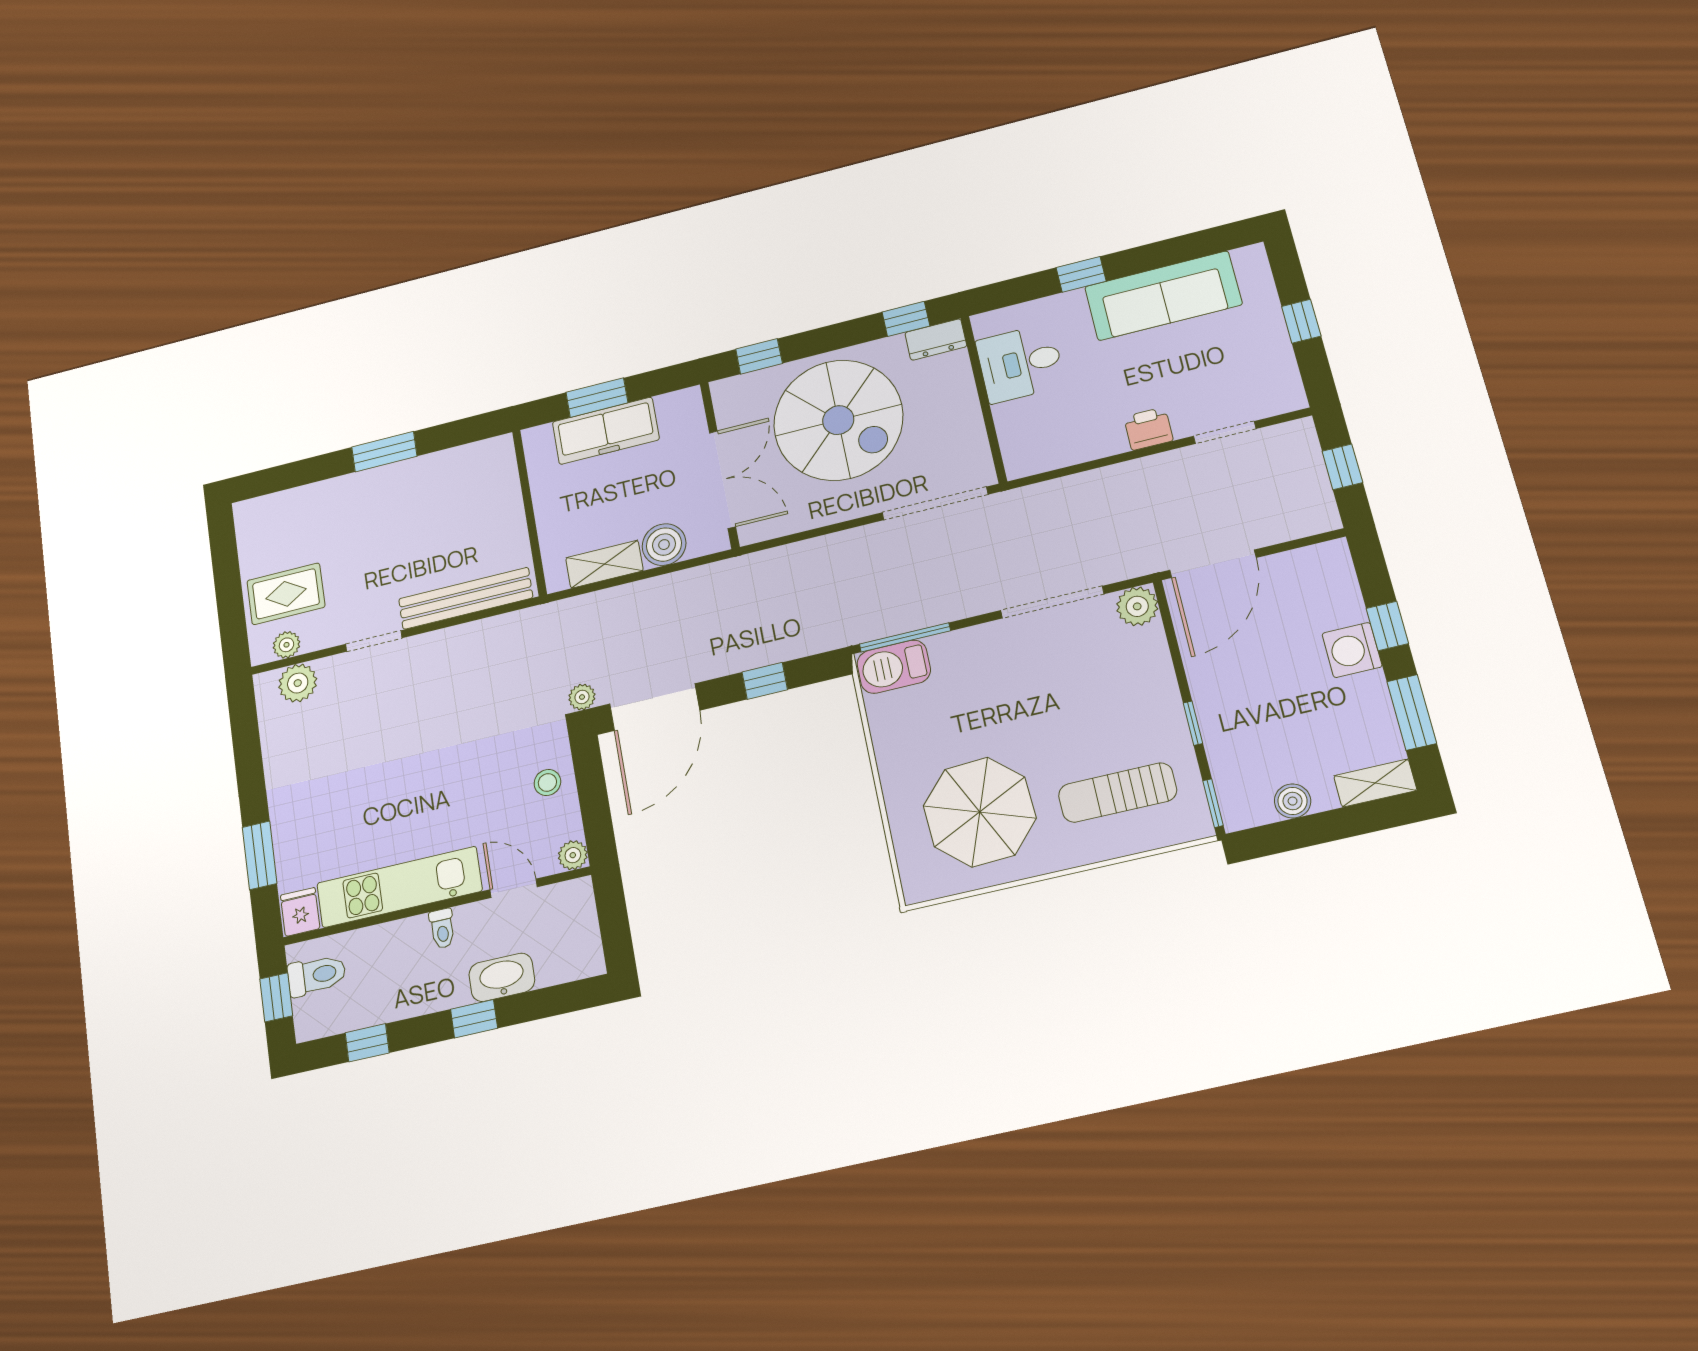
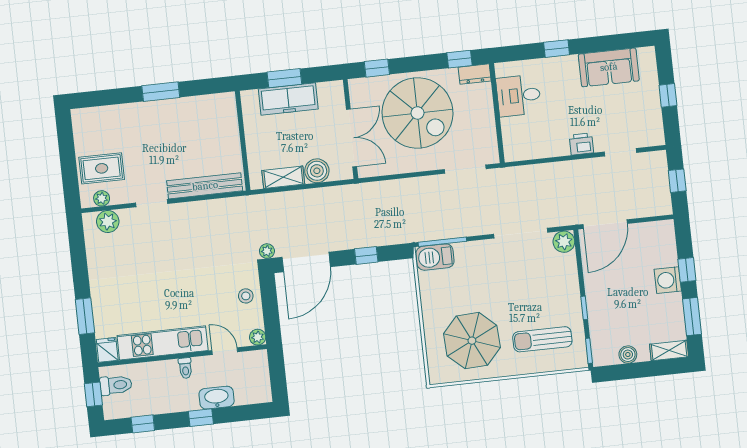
sofa: (1163, 296) -> (609, 67), width x0.73
doorway: (935, 503) -> (465, 169), width x0.73

